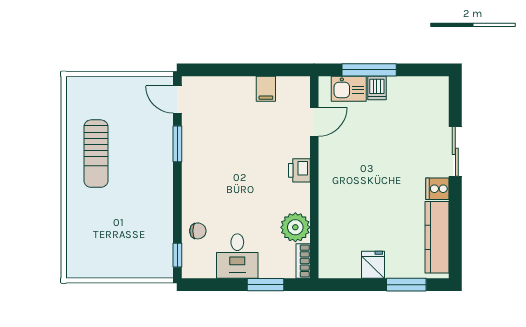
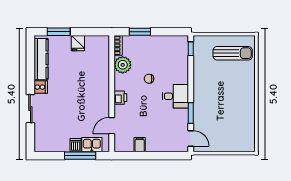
sun lounger: (96, 154) -> (233, 53), moved, turned 90
chair: (198, 231) -> (149, 79), moved
desk: (237, 256) -> (175, 96), moved, turned 90

